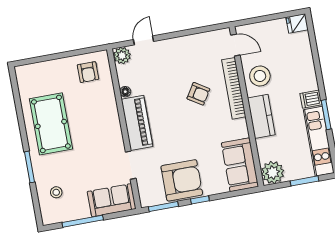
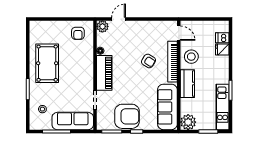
fridge: (297, 23) -> (222, 49), moved
dishwasher: (311, 99) -> (222, 38), moved
sofa: (240, 165) -> (167, 107), width x1.36
sofa: (112, 200) -> (73, 121), width x1.36

